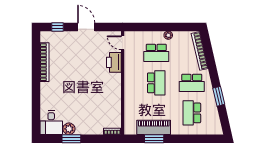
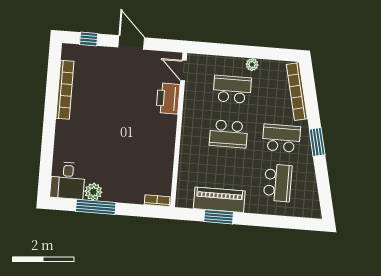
school desk: (156, 53) -> (232, 89), turned 180
school desk: (156, 83) -> (229, 134), turned 90
school desk: (192, 83) -> (281, 138), turned 180
window: (219, 96) -> (317, 142), moved
school desk: (192, 113) -> (278, 183), turned 180
window: (71, 139) -> (96, 207), width x1.44

